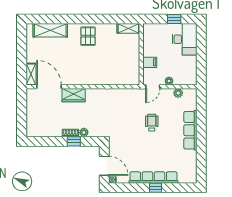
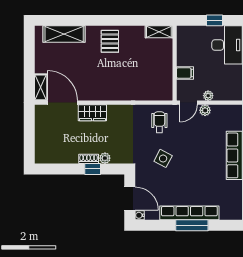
plant: (178, 93) -> (205, 110), moved
wheelchair: (152, 123) -> (159, 122), moved
side table: (132, 133) -> (163, 158), added
window: (155, 188) -> (192, 225), width x2.17

